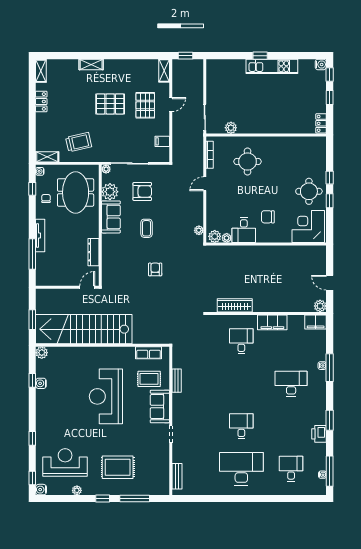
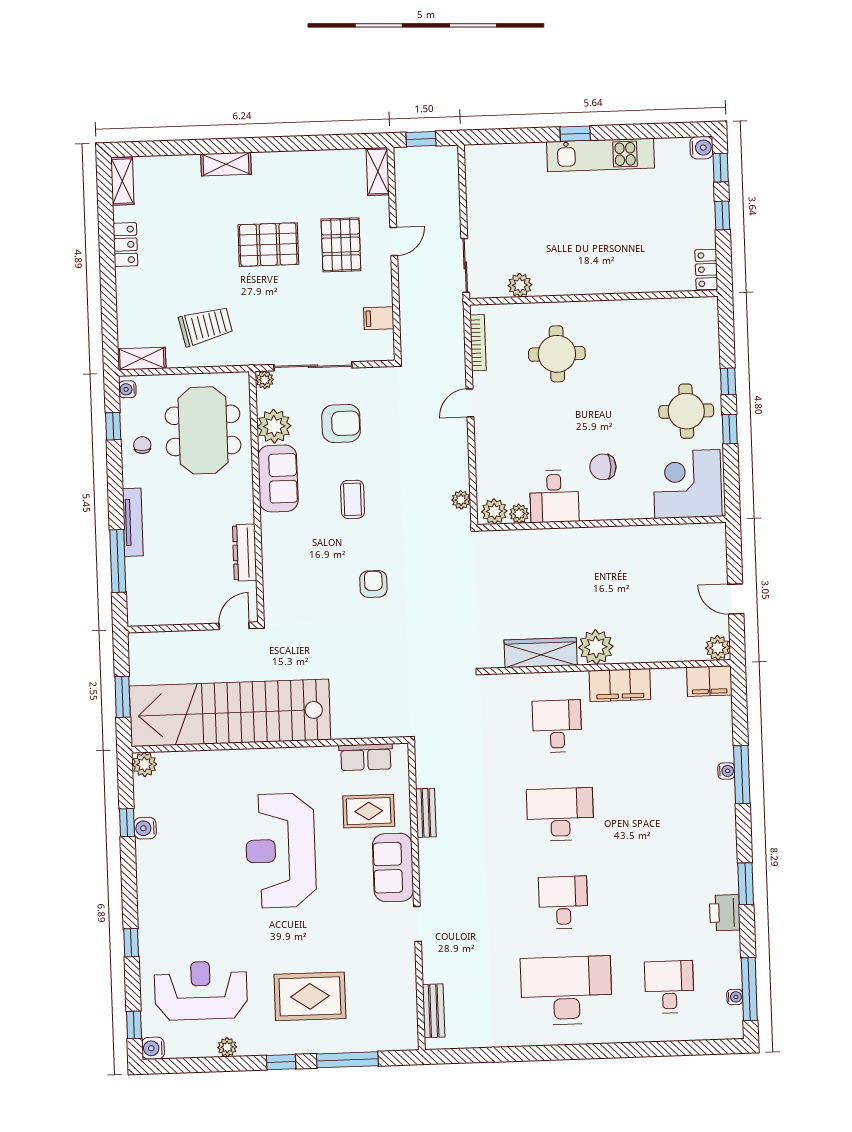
plant: (261, 304) -> (596, 647), added
desk: (291, 384) -> (560, 814), moved

